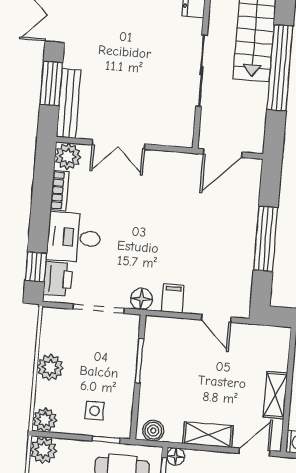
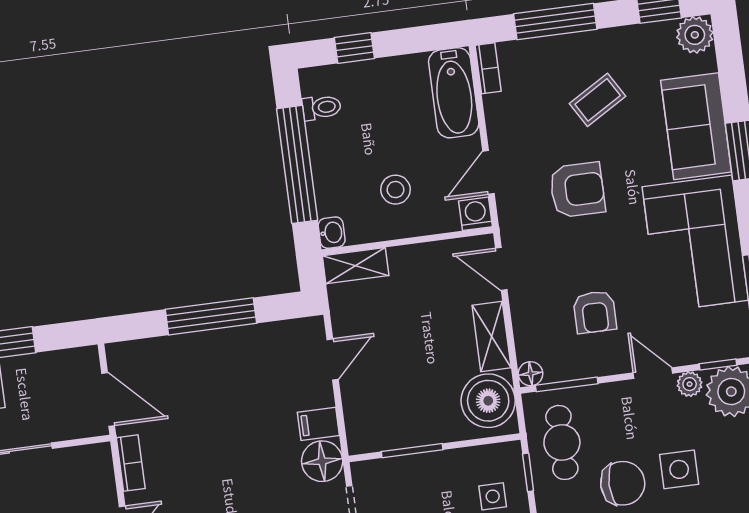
bookcase: (174, 159) -> (131, 463), added
floor lamp: (141, 299) -> (322, 461), width x1.38, depth x1.38
shelving: (275, 395) -> (356, 266), moved
boiler: (153, 431) -> (488, 401), width x1.86, depth x1.86

